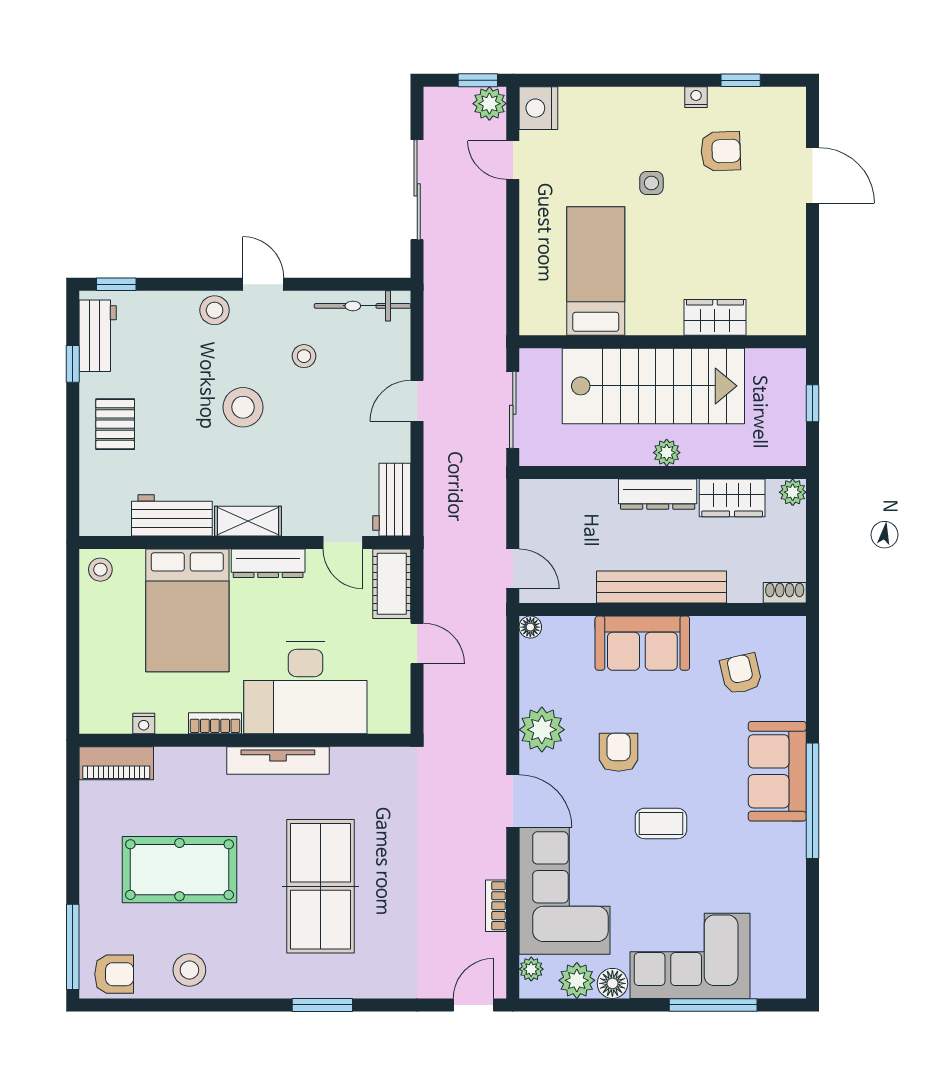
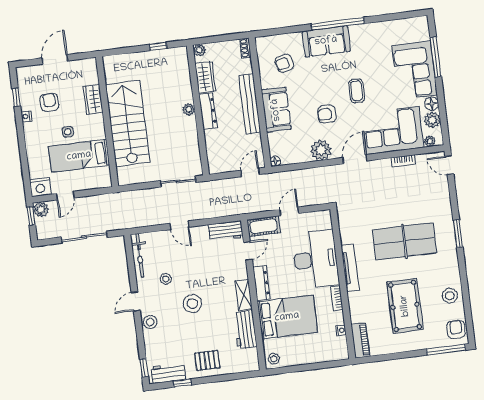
bed: (596, 271) -> (79, 156), moved
wardrobe: (715, 317) -> (93, 99), moved
wall: (663, 342) -> (107, 122), moved
stairs: (653, 386) -> (128, 123), moved

